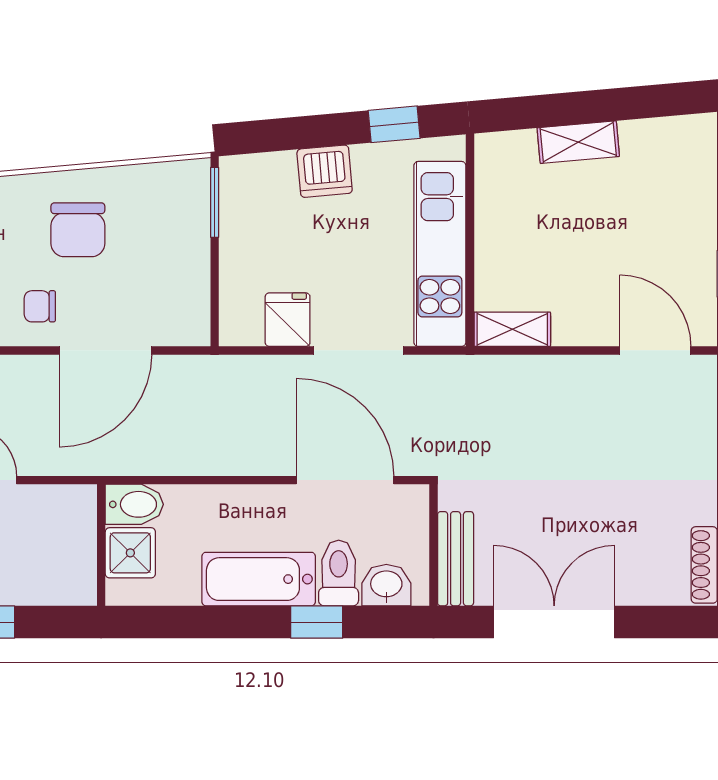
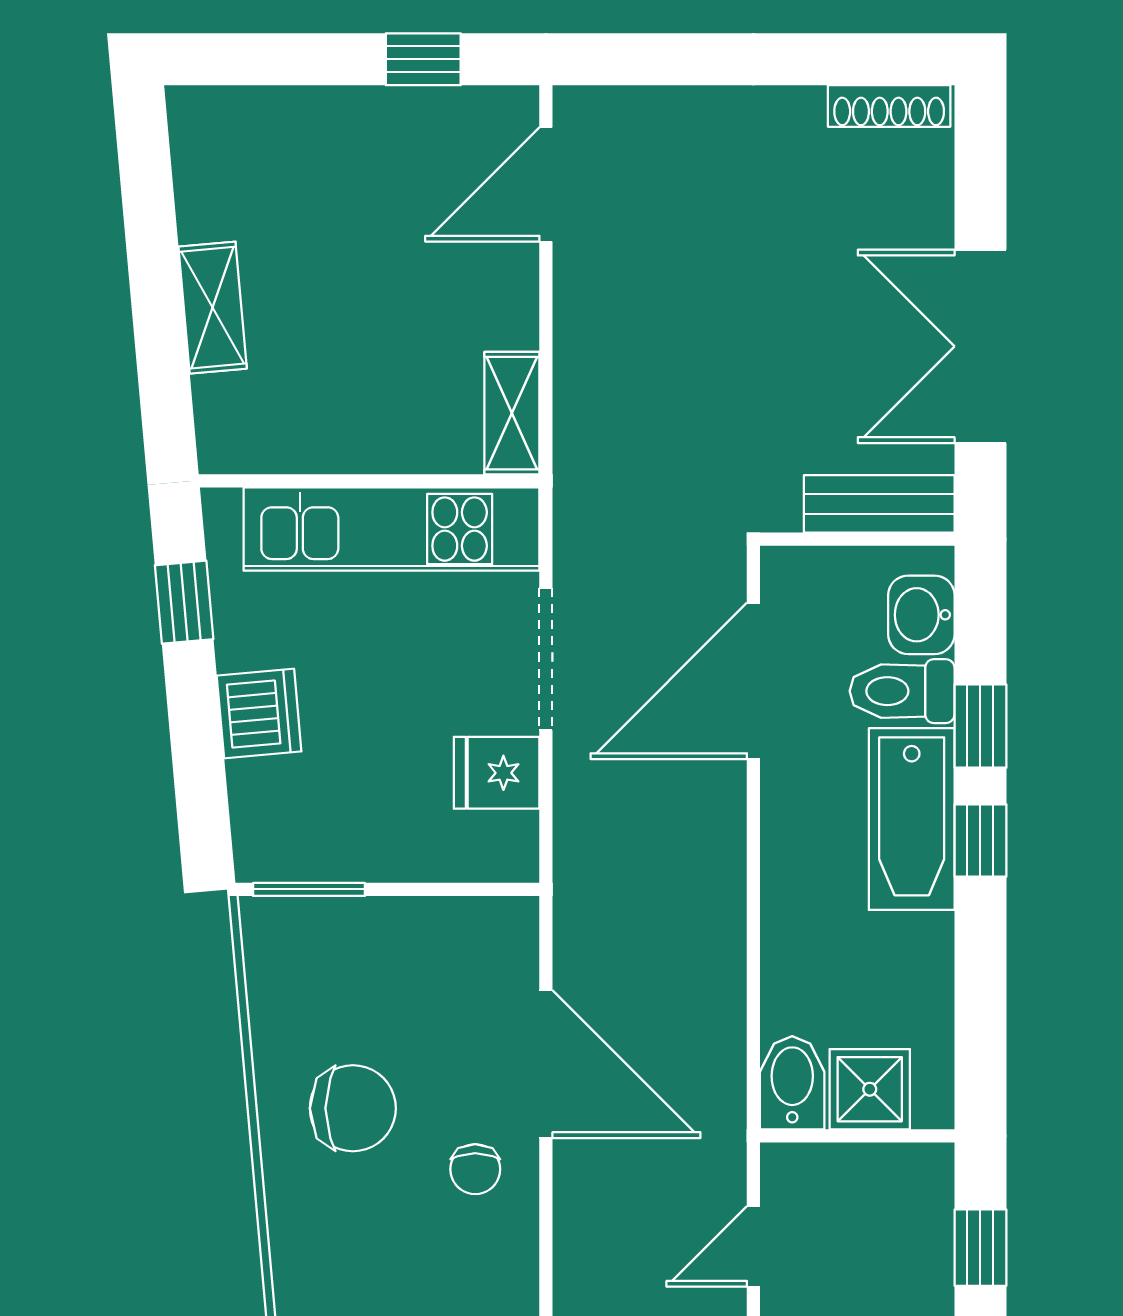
bidet: (134, 504) -> (792, 1083), moved
wall: (101, 545) -> (857, 1136), moved
shower: (130, 553) -> (870, 1089), moved
window: (245, 622) -> (980, 840), added

